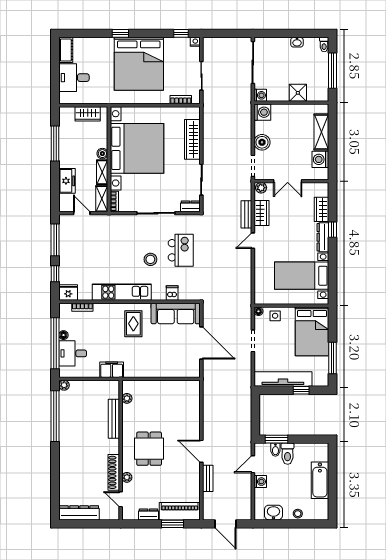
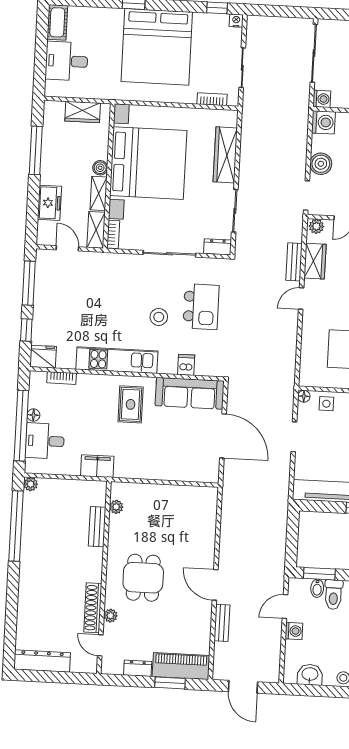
bench: (114, 419) -> (97, 527), width x0.73

